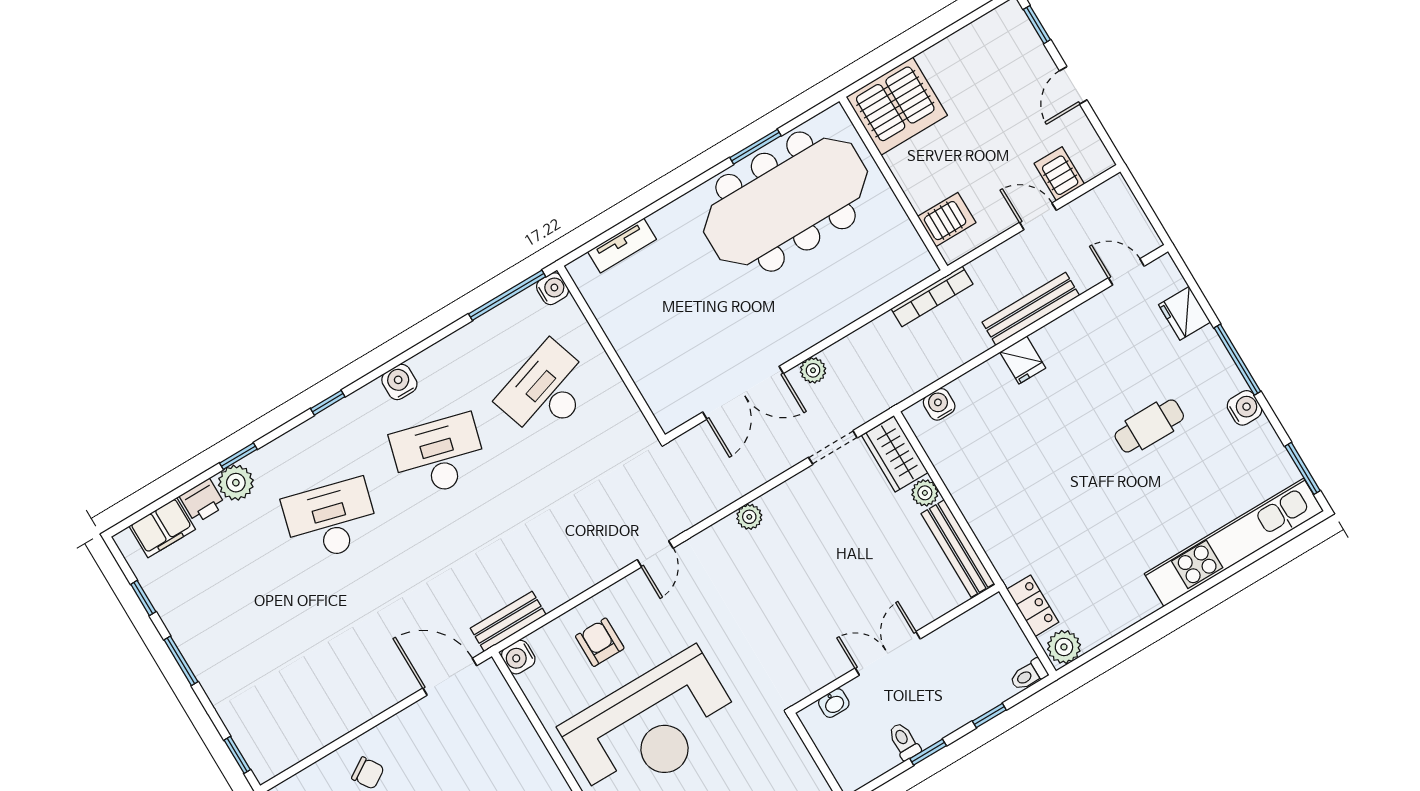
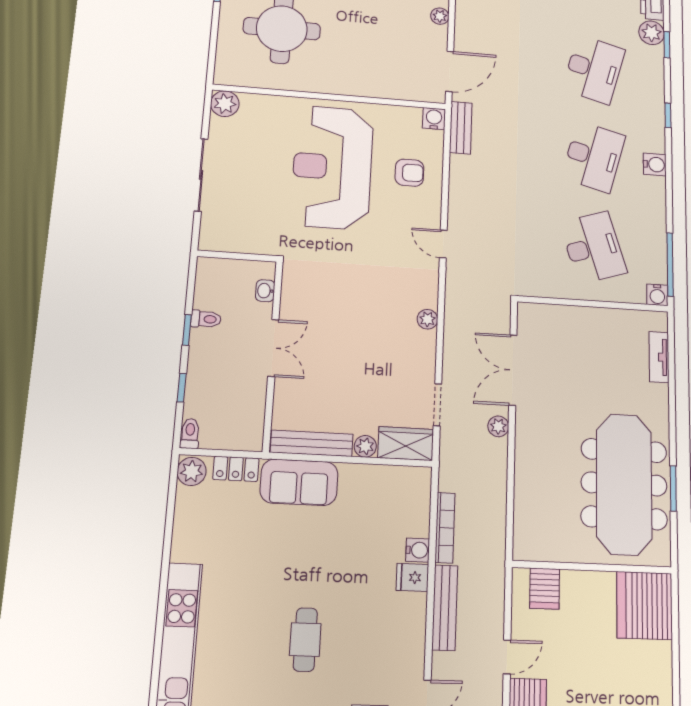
bookcase: (932, 296) -> (445, 528), moved, turned 180
water cooler: (939, 404) -> (418, 550), moved
sofa: (1005, 535) -> (299, 482), added
plant: (390, 731) -> (440, 16), added

